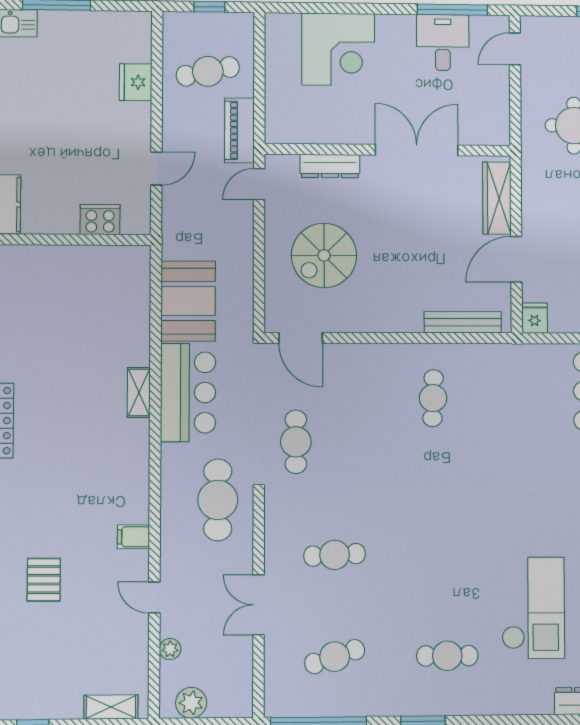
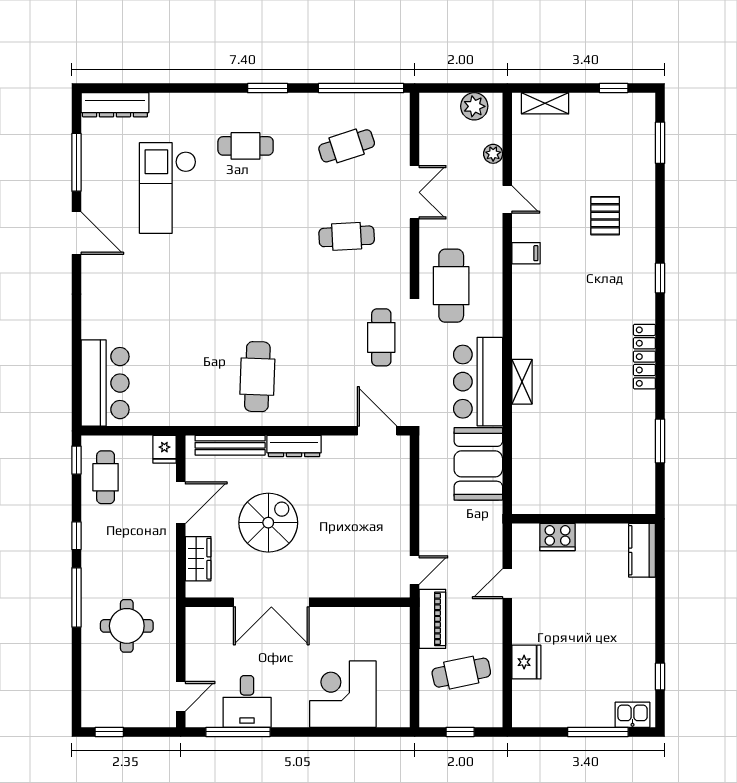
dresser: (330, 166) -> (294, 446), moved, turned 180
wardrobe: (497, 198) -> (198, 559), width x0.67
spiral stairs: (324, 255) -> (268, 523), moved
cafe table: (433, 398) -> (257, 377), width x1.37, depth x1.35

